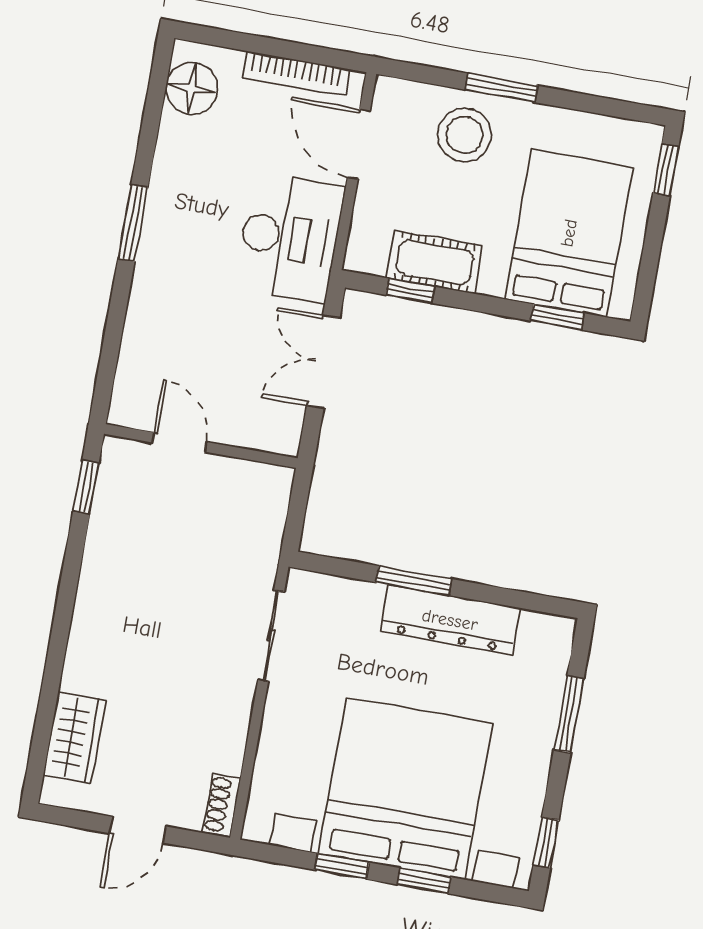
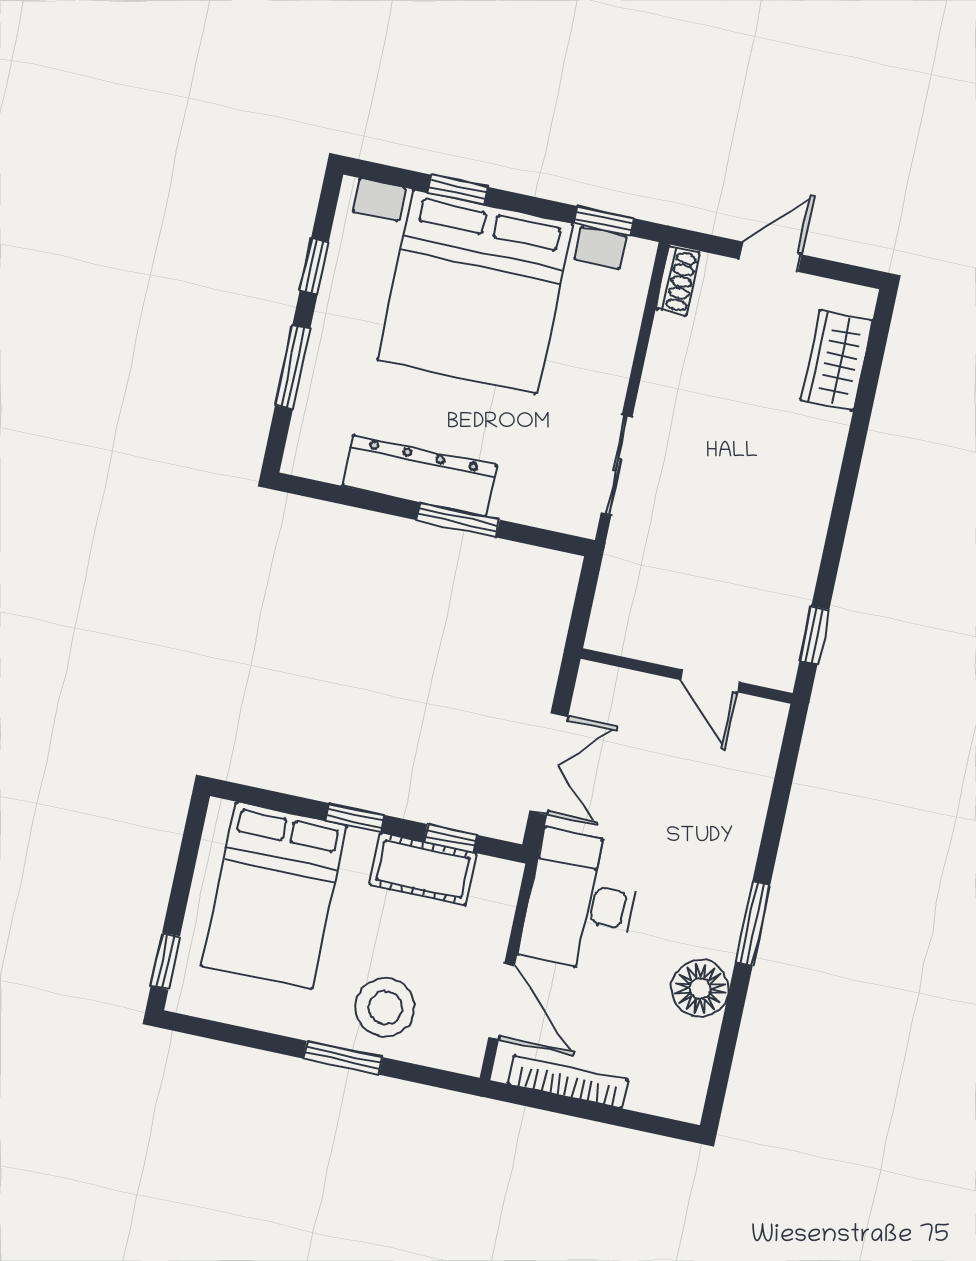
floor lamp: (192, 88) -> (700, 988), moved
window: (557, 317) -> (355, 818), moved
window: (546, 843) -> (314, 266), moved
window: (342, 866) -> (604, 221), moved

